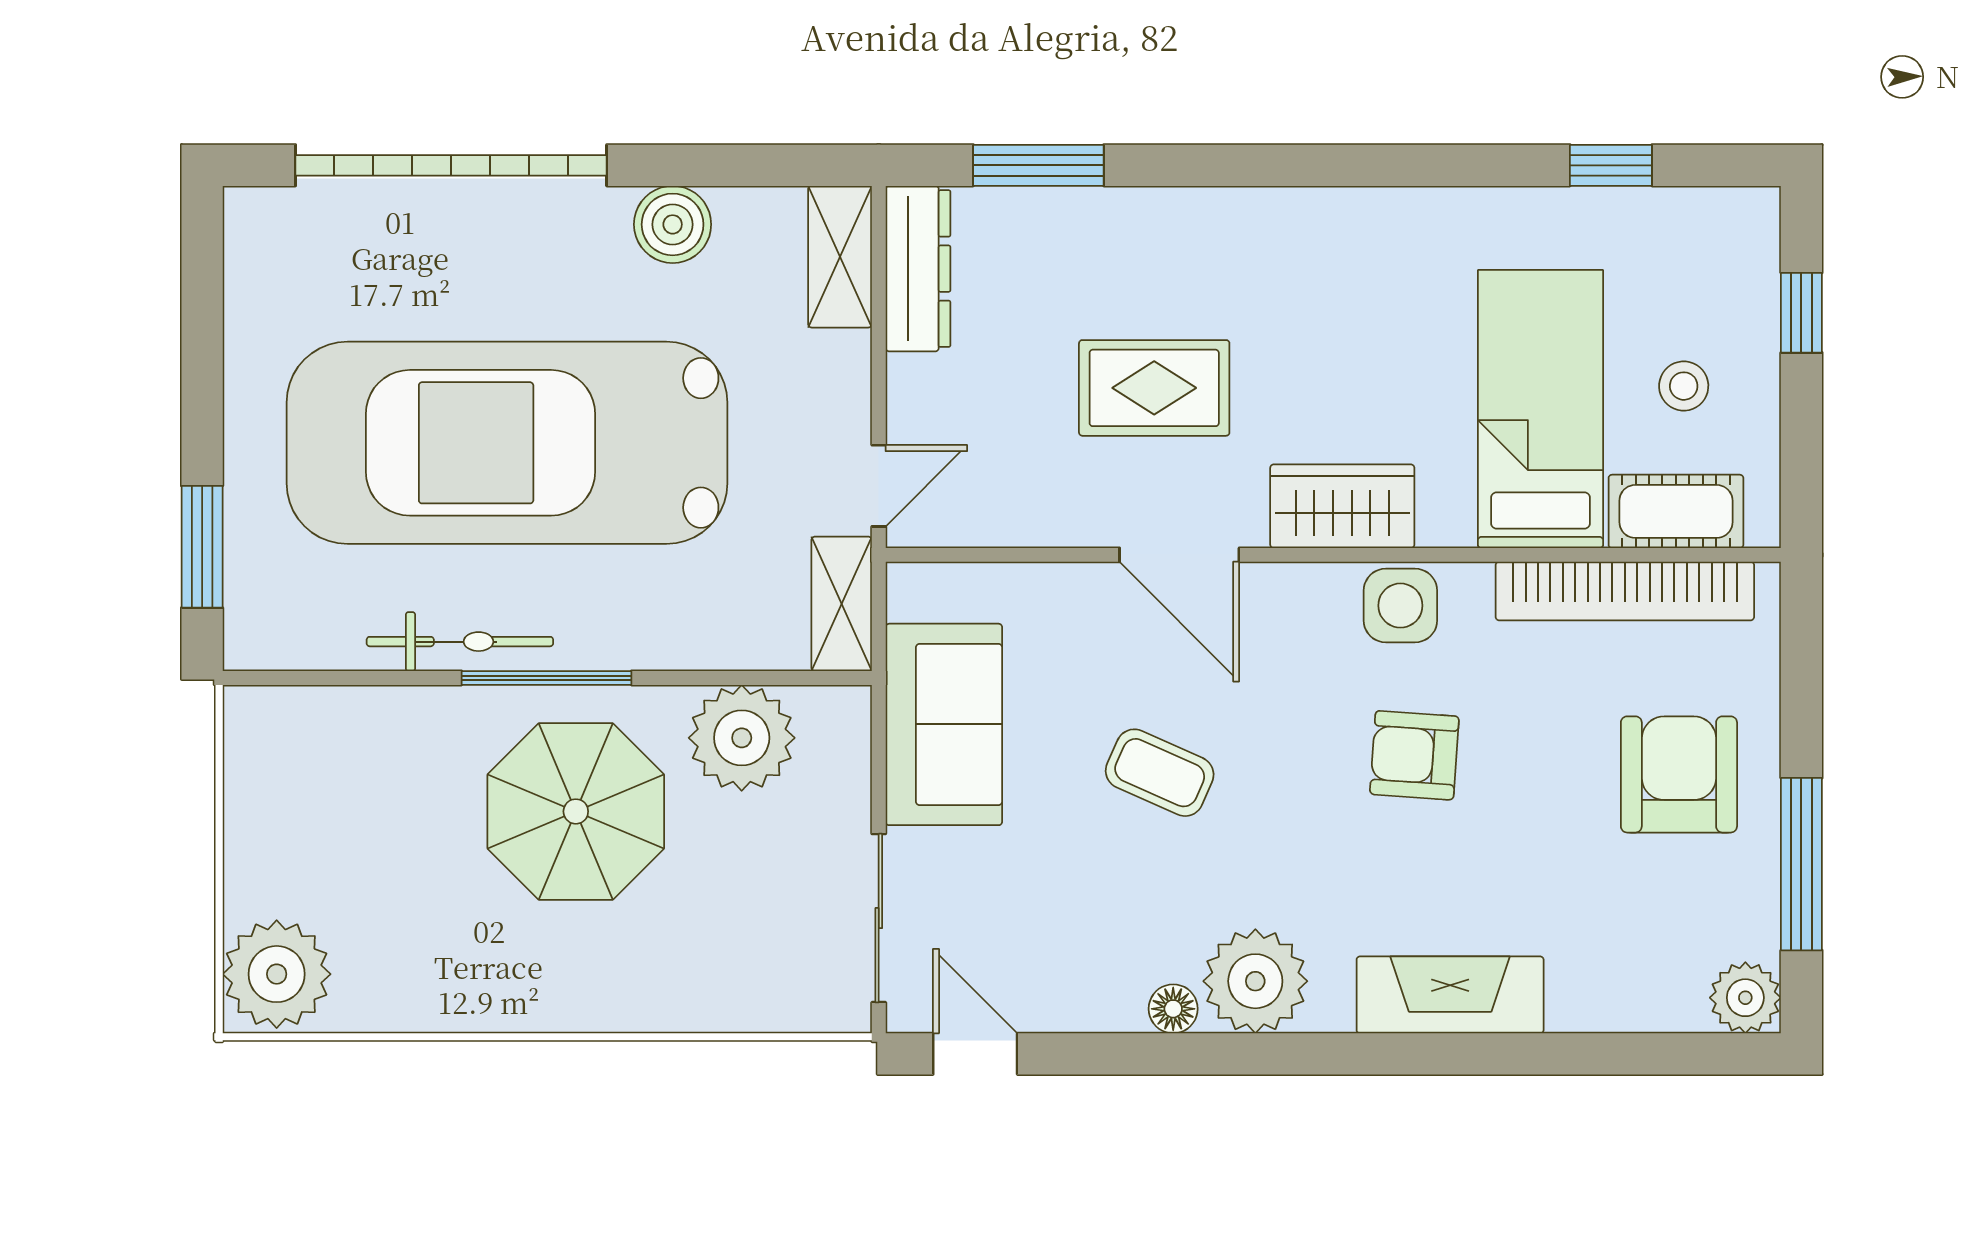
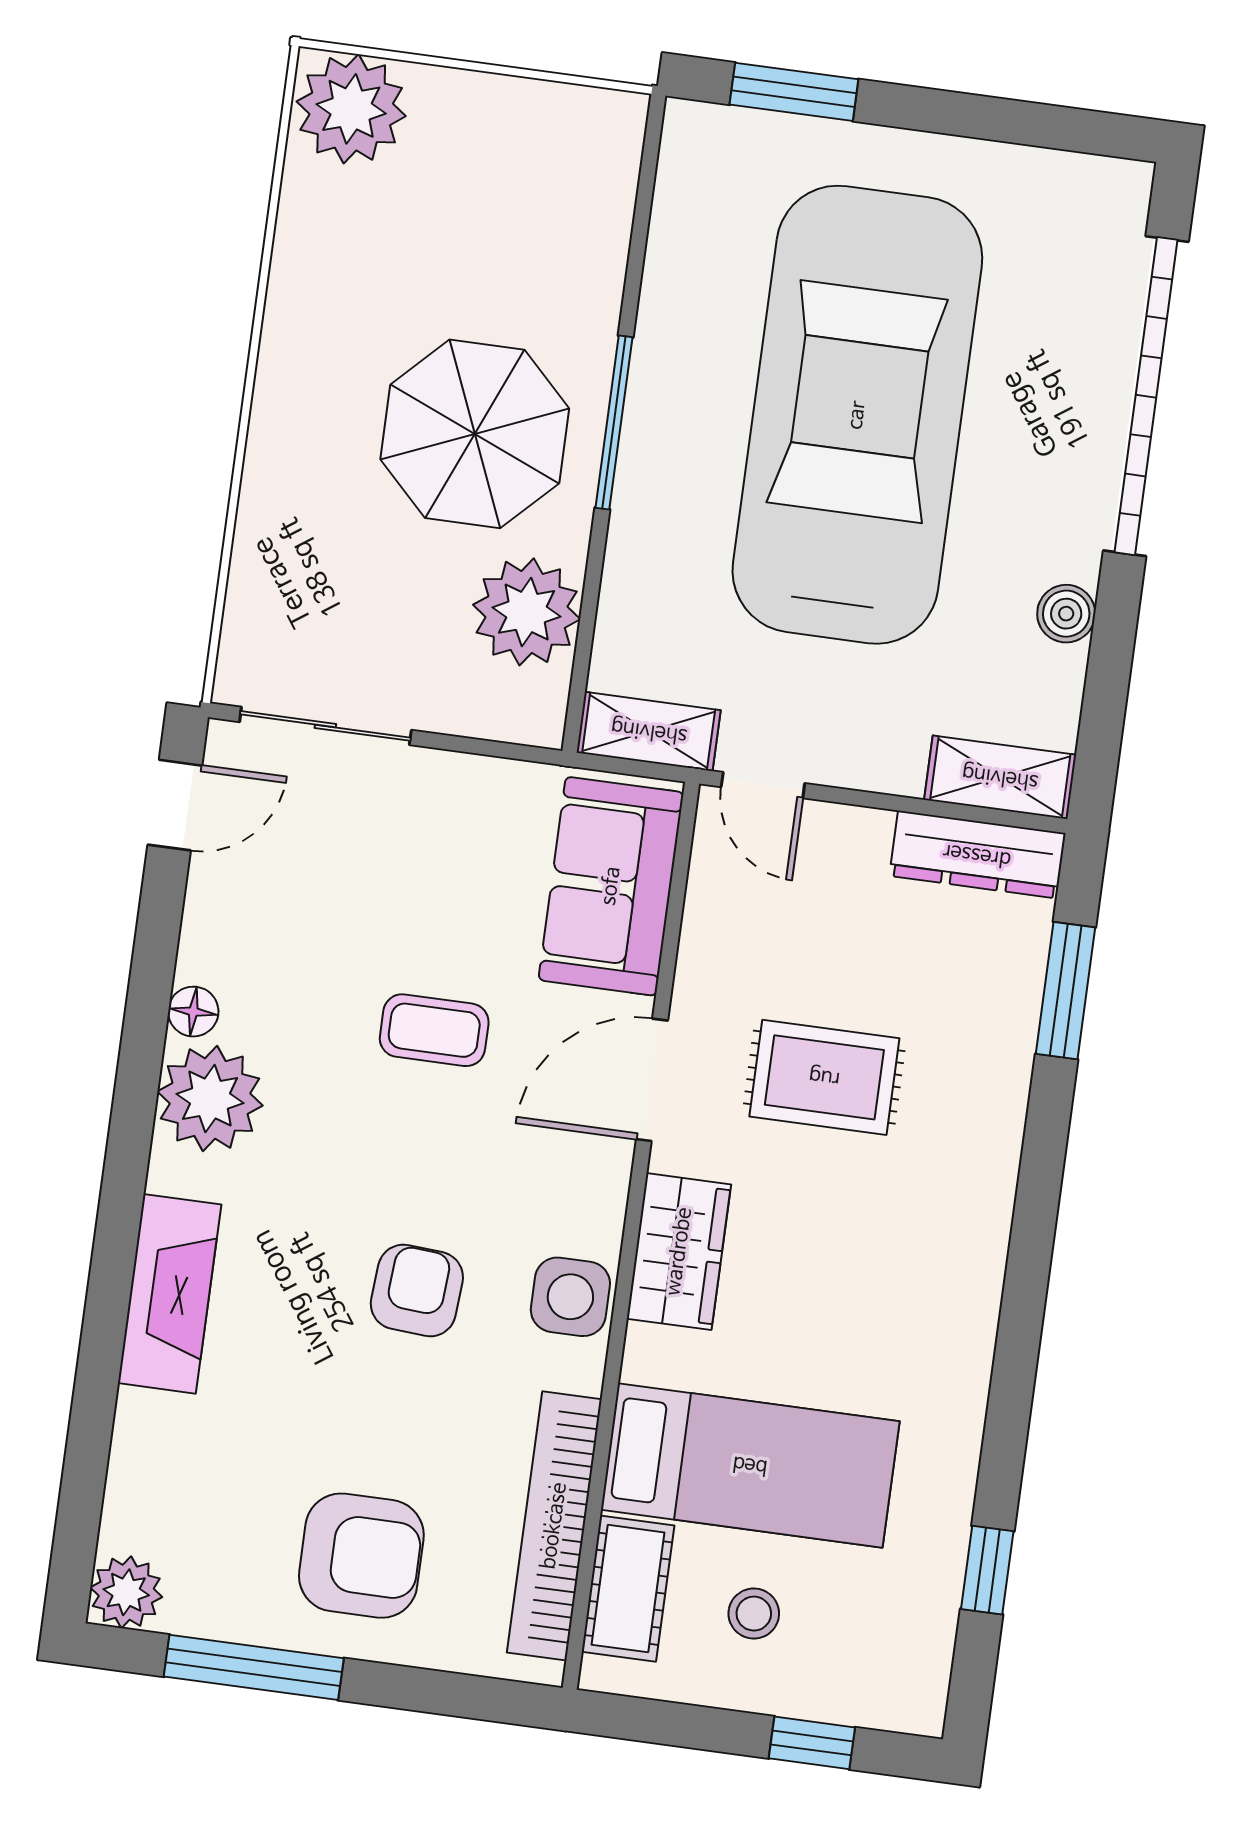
boiler: (673, 224) -> (1066, 614), width x0.73, depth x0.73
rug: (1154, 388) -> (824, 1077), turned 90
bicycle: (460, 642) -> (663, 340), removed
sofa: (944, 724) -> (611, 886), moved, turned 90
coffee table: (1160, 773) -> (434, 1030), turned 66

